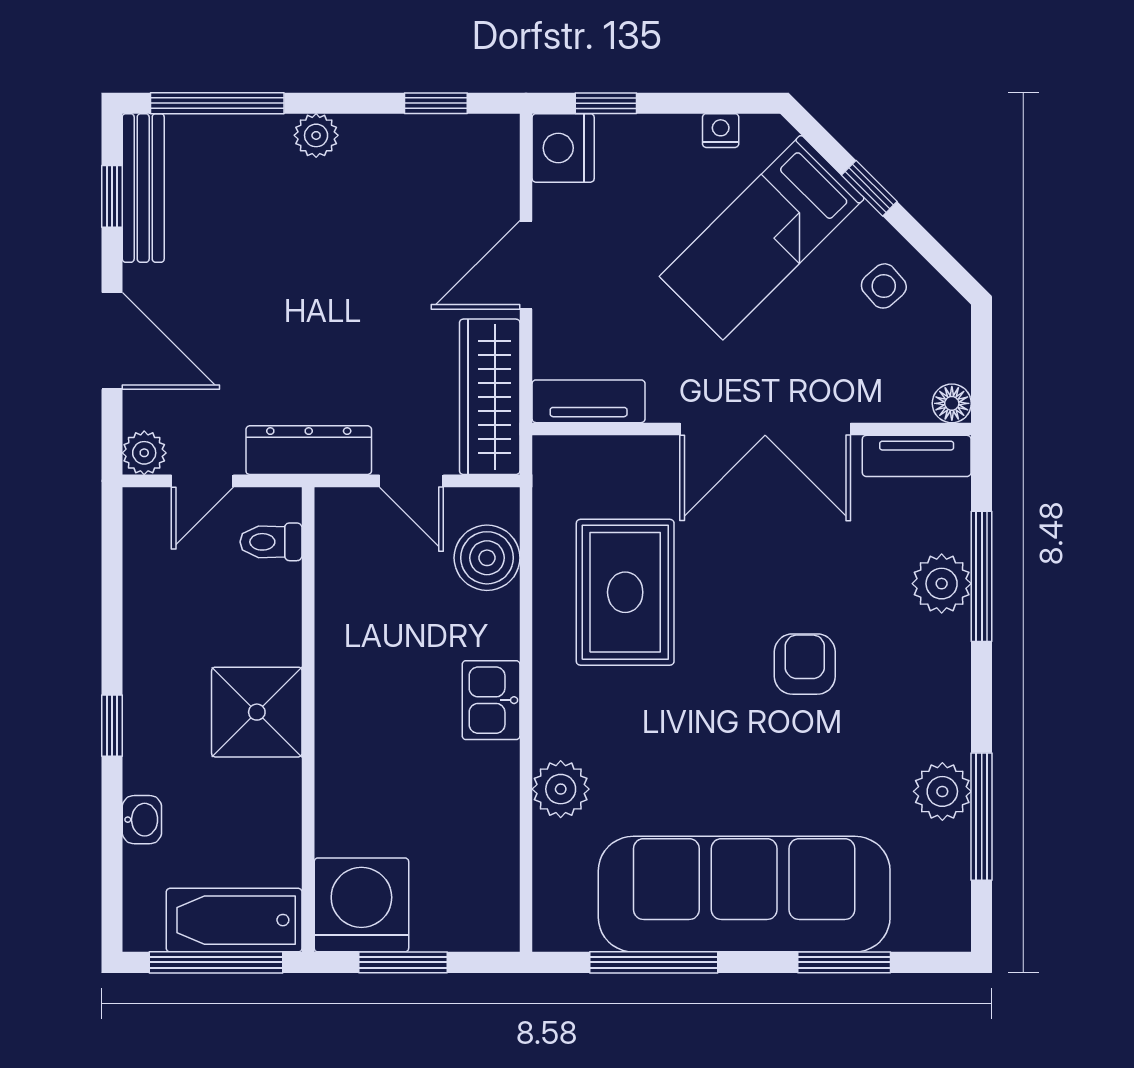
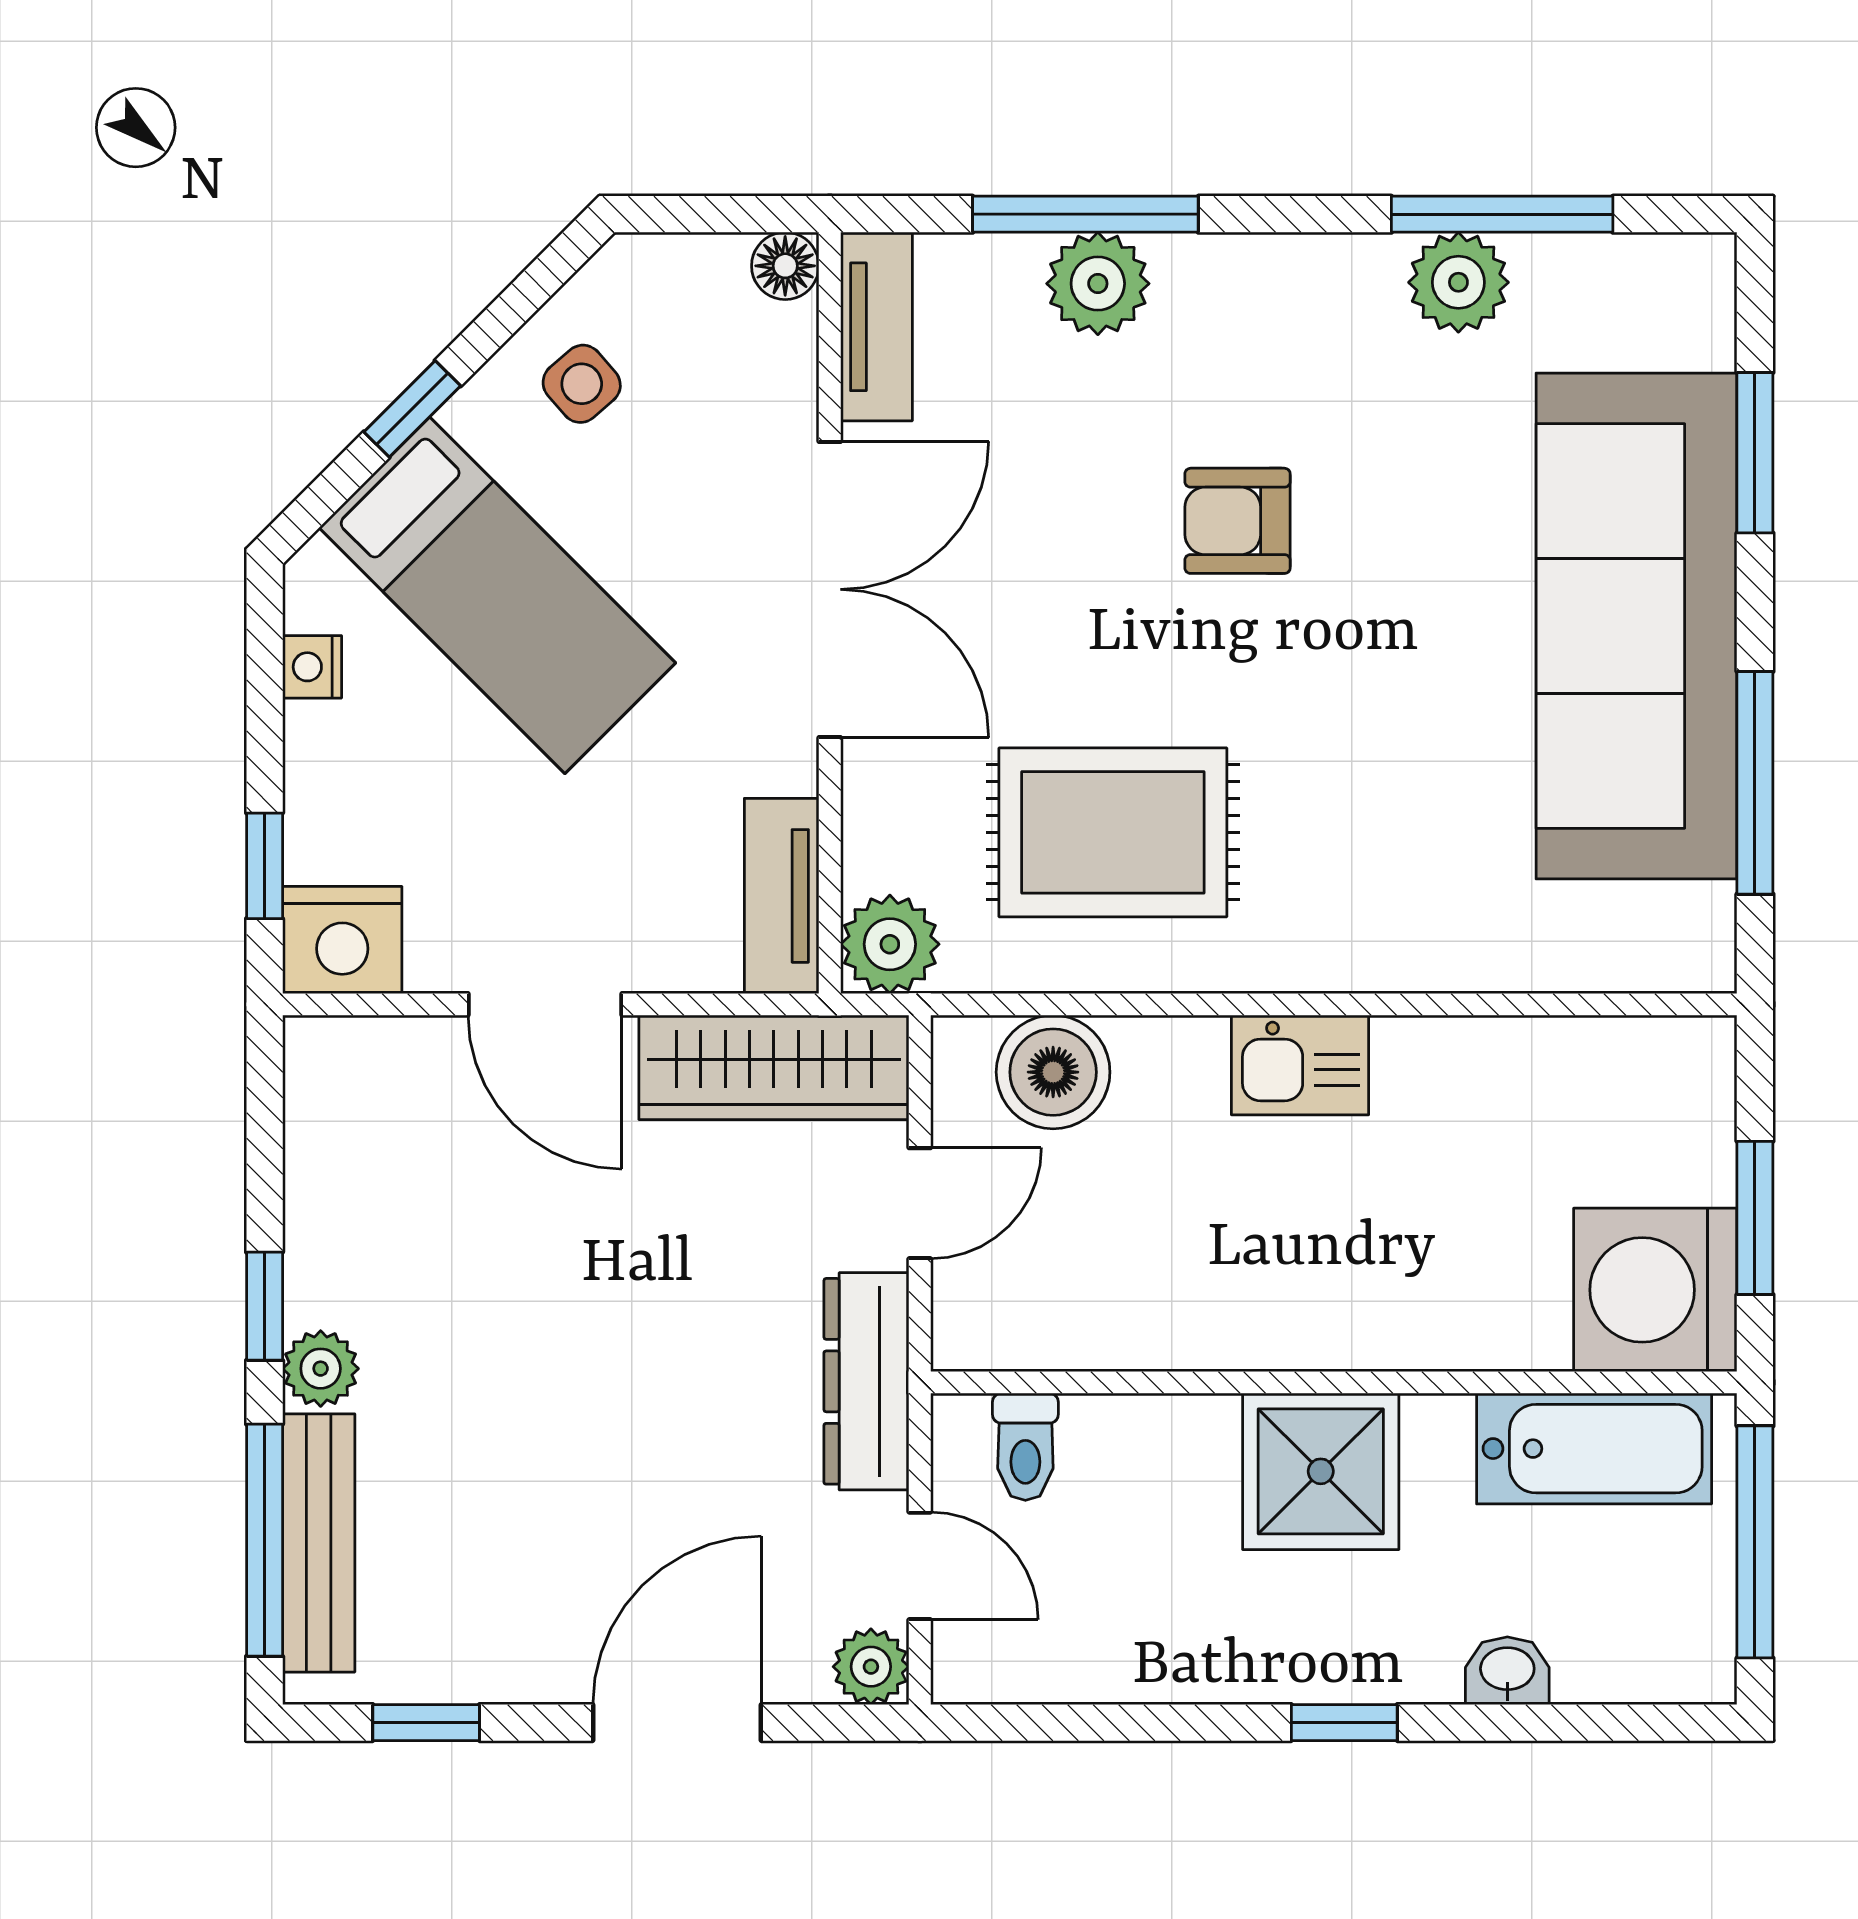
window: (436, 103) -> (265, 1306), moved
bench: (143, 188) -> (319, 1543), moved, turned 90
plant: (561, 789) -> (890, 944), moved
bathtub: (234, 920) -> (1594, 1449), moved, turned -90

